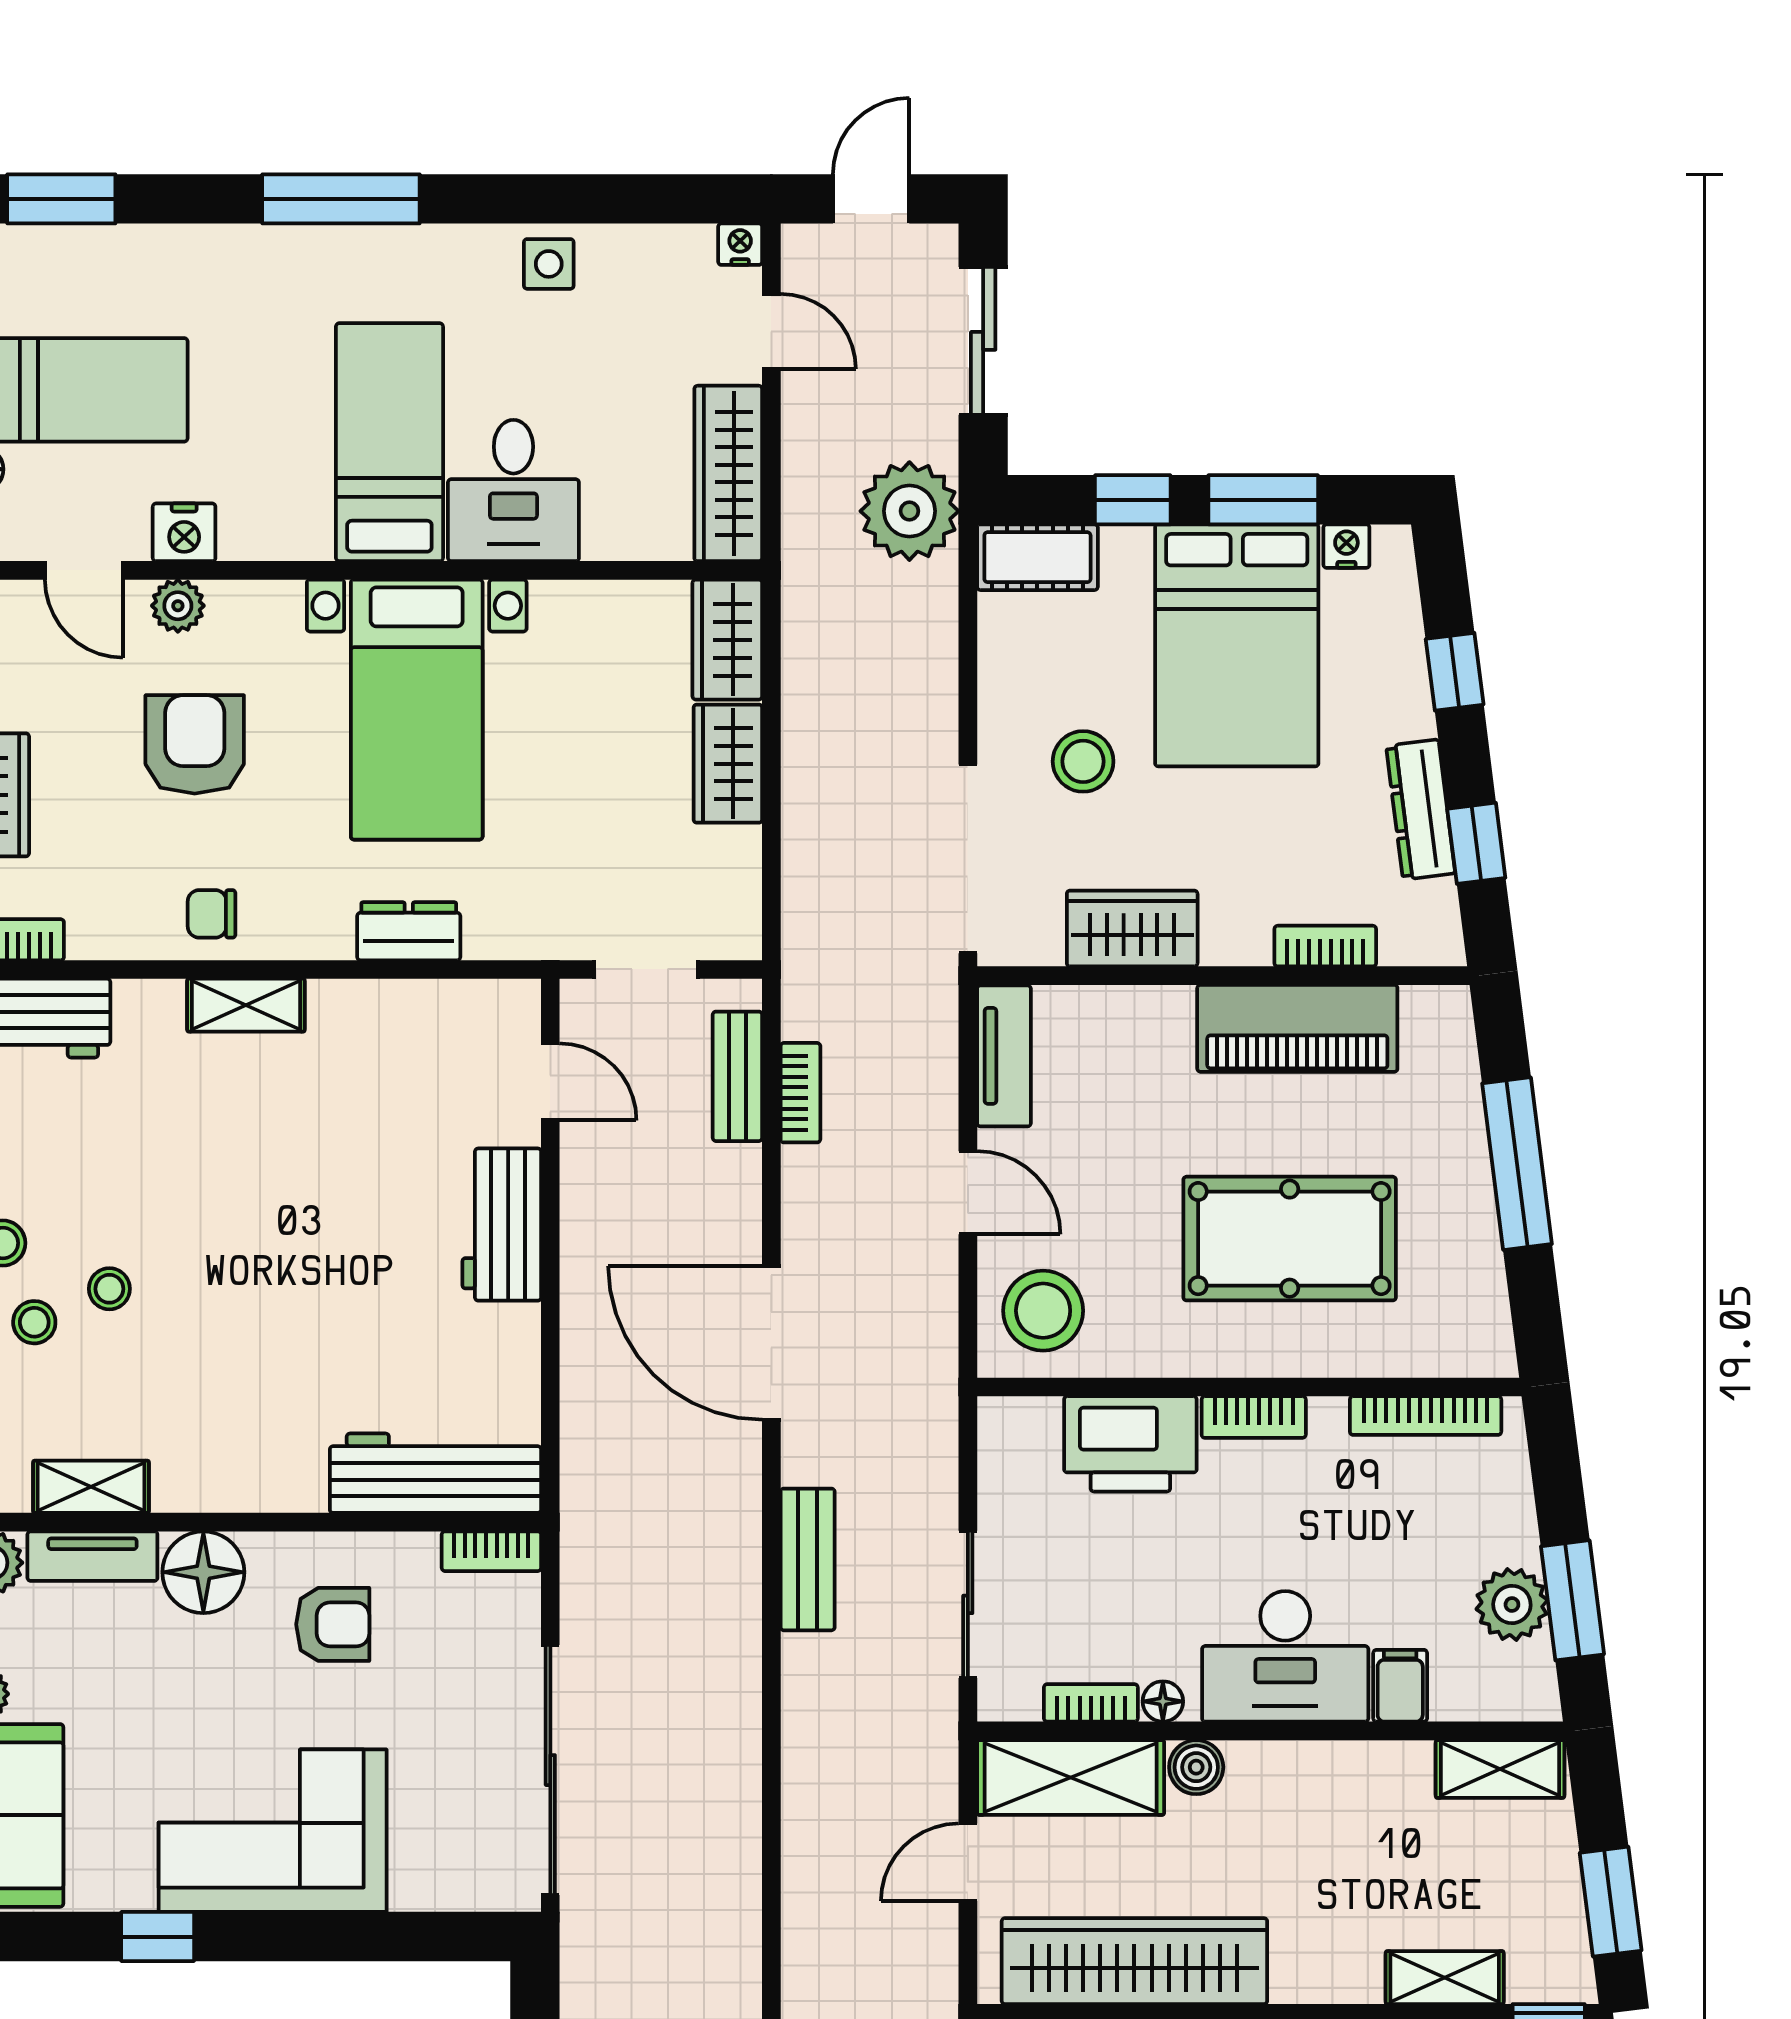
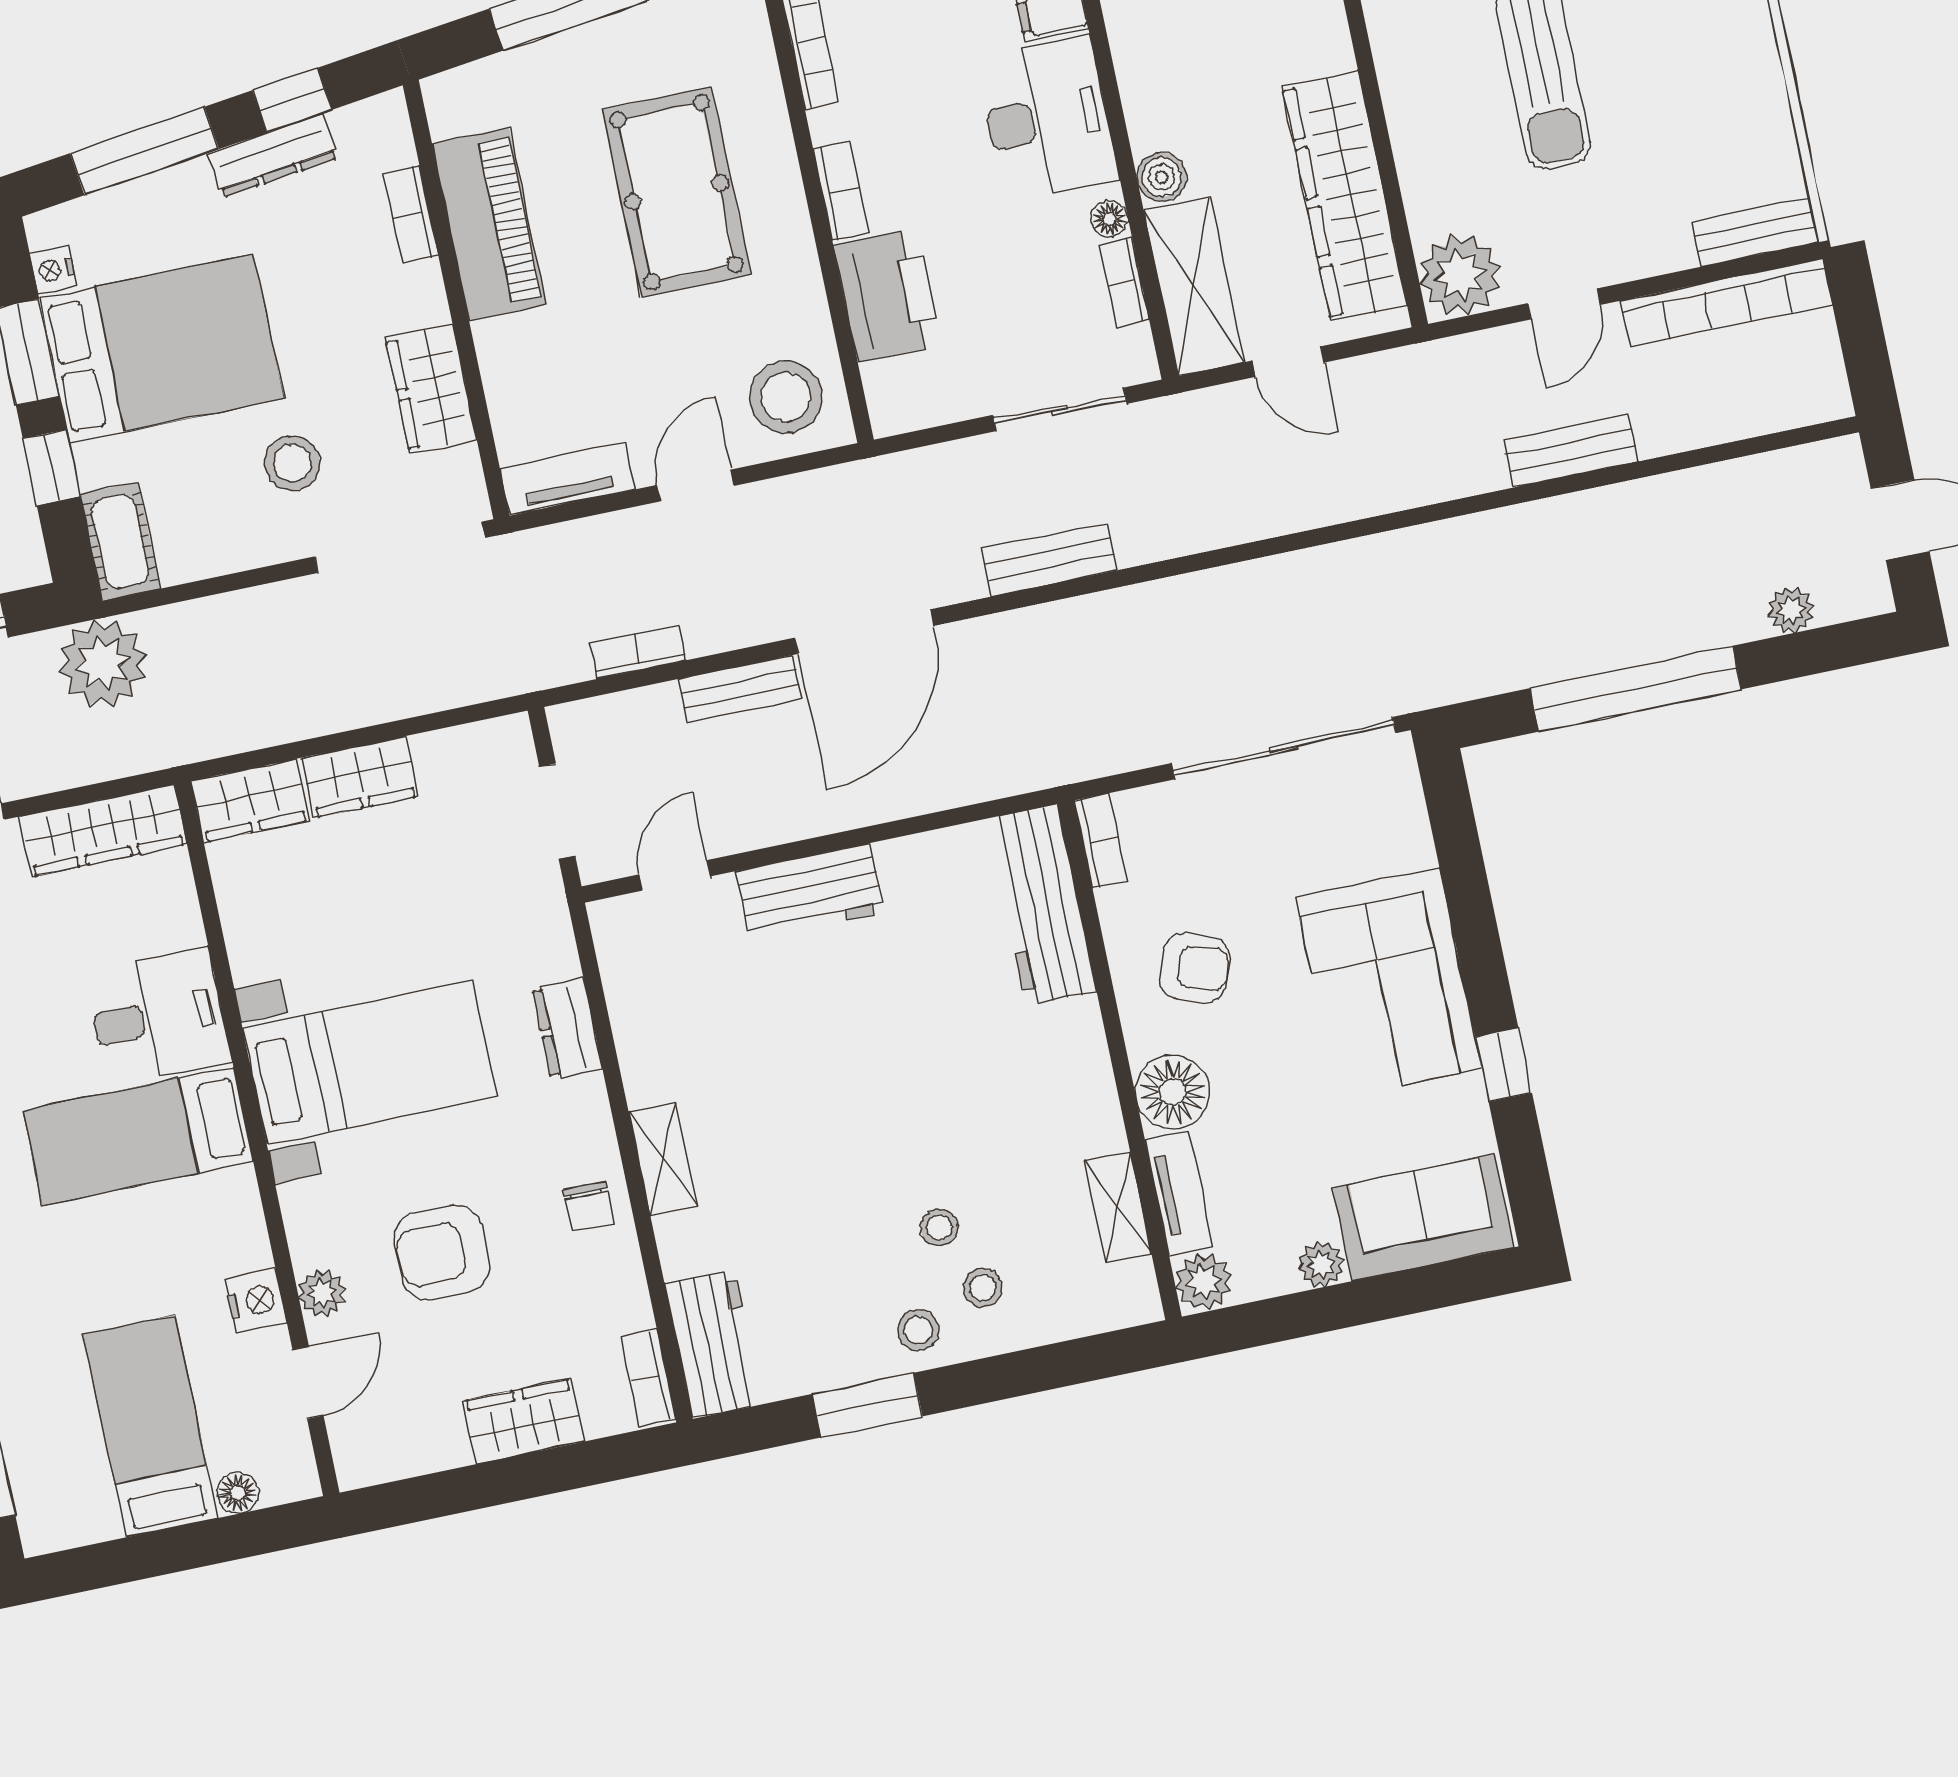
window: (1455, 672) -> (144, 151), width x2.17
bench: (737, 1076) -> (740, 689), moved
armchair: (333, 1624) -> (1195, 968), turned 109

